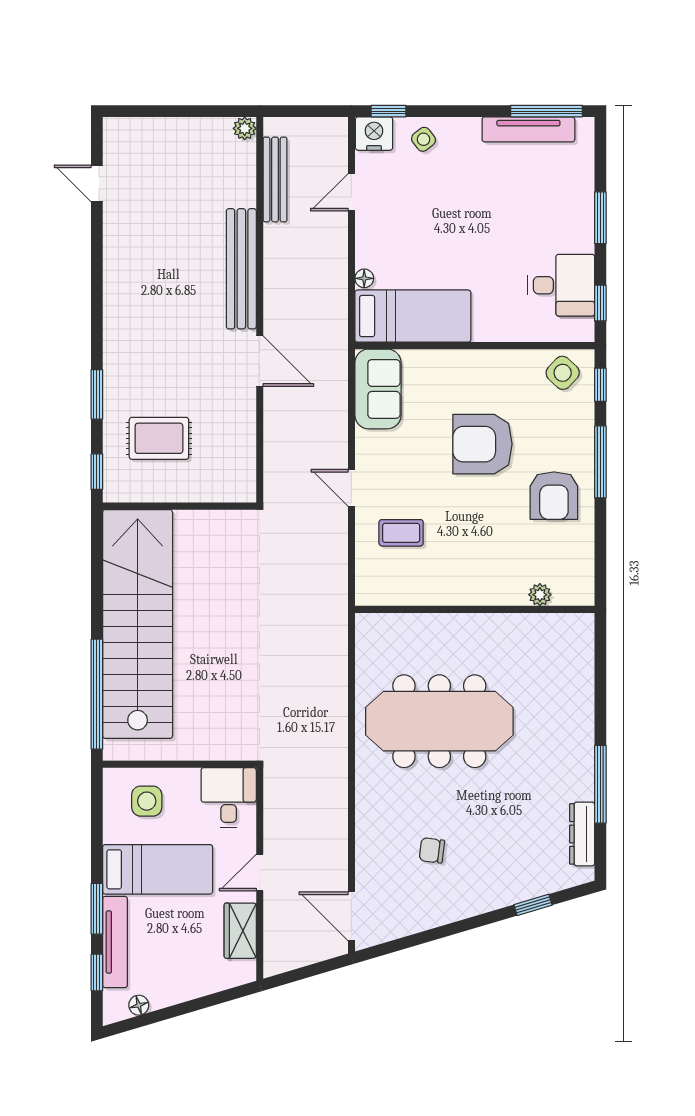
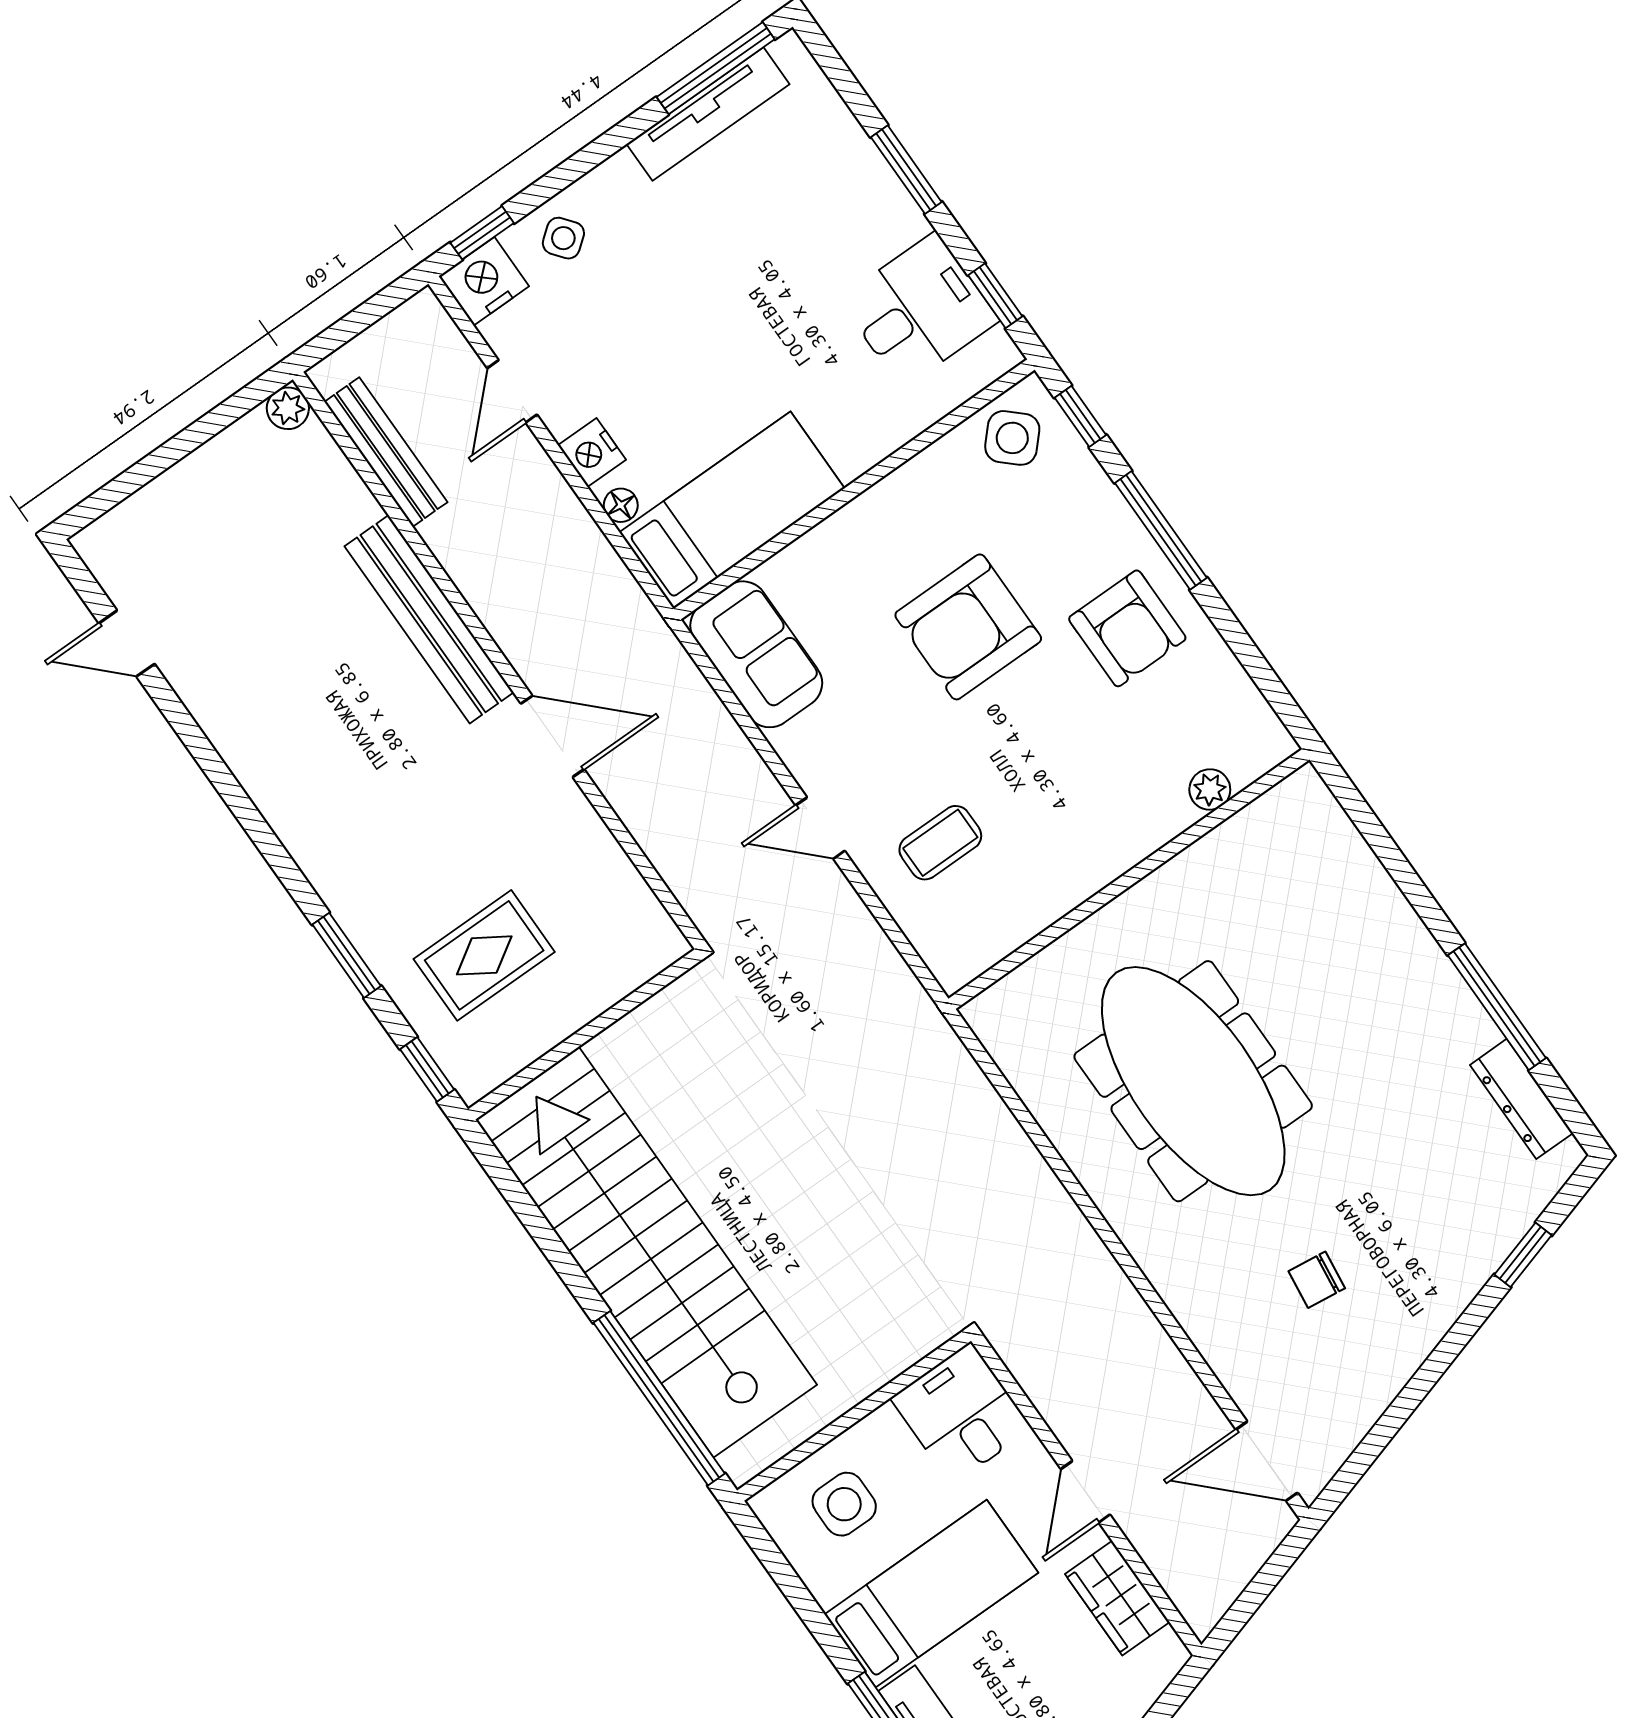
nightstand: (368, 245) -> (592, 453), added
meeting table: (439, 721) -> (1193, 1081), turned 90

